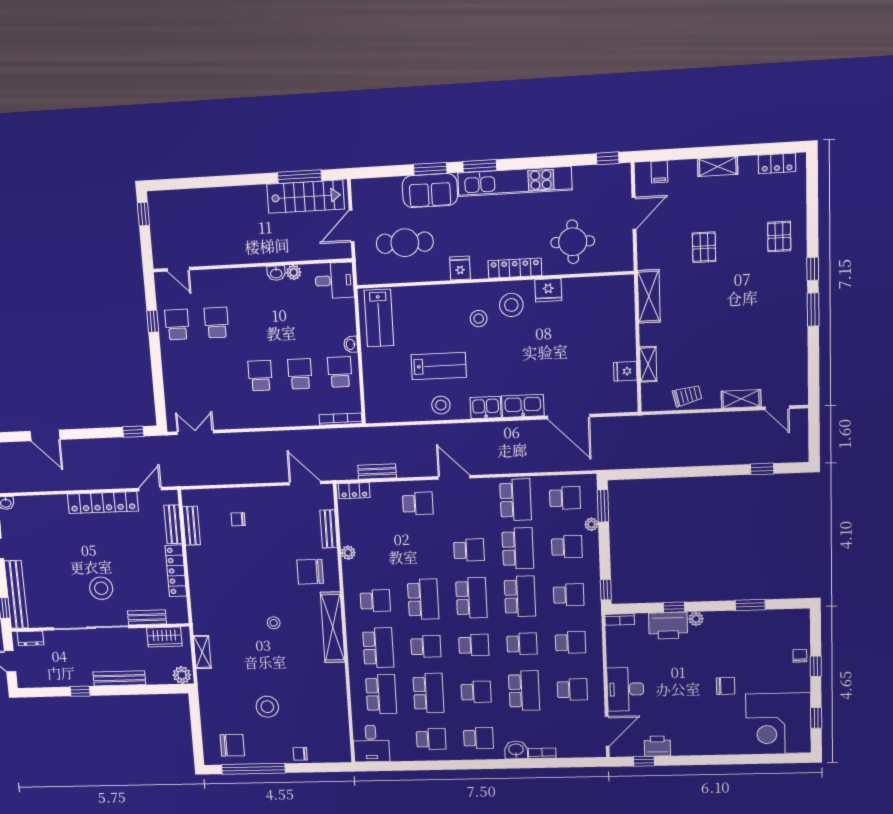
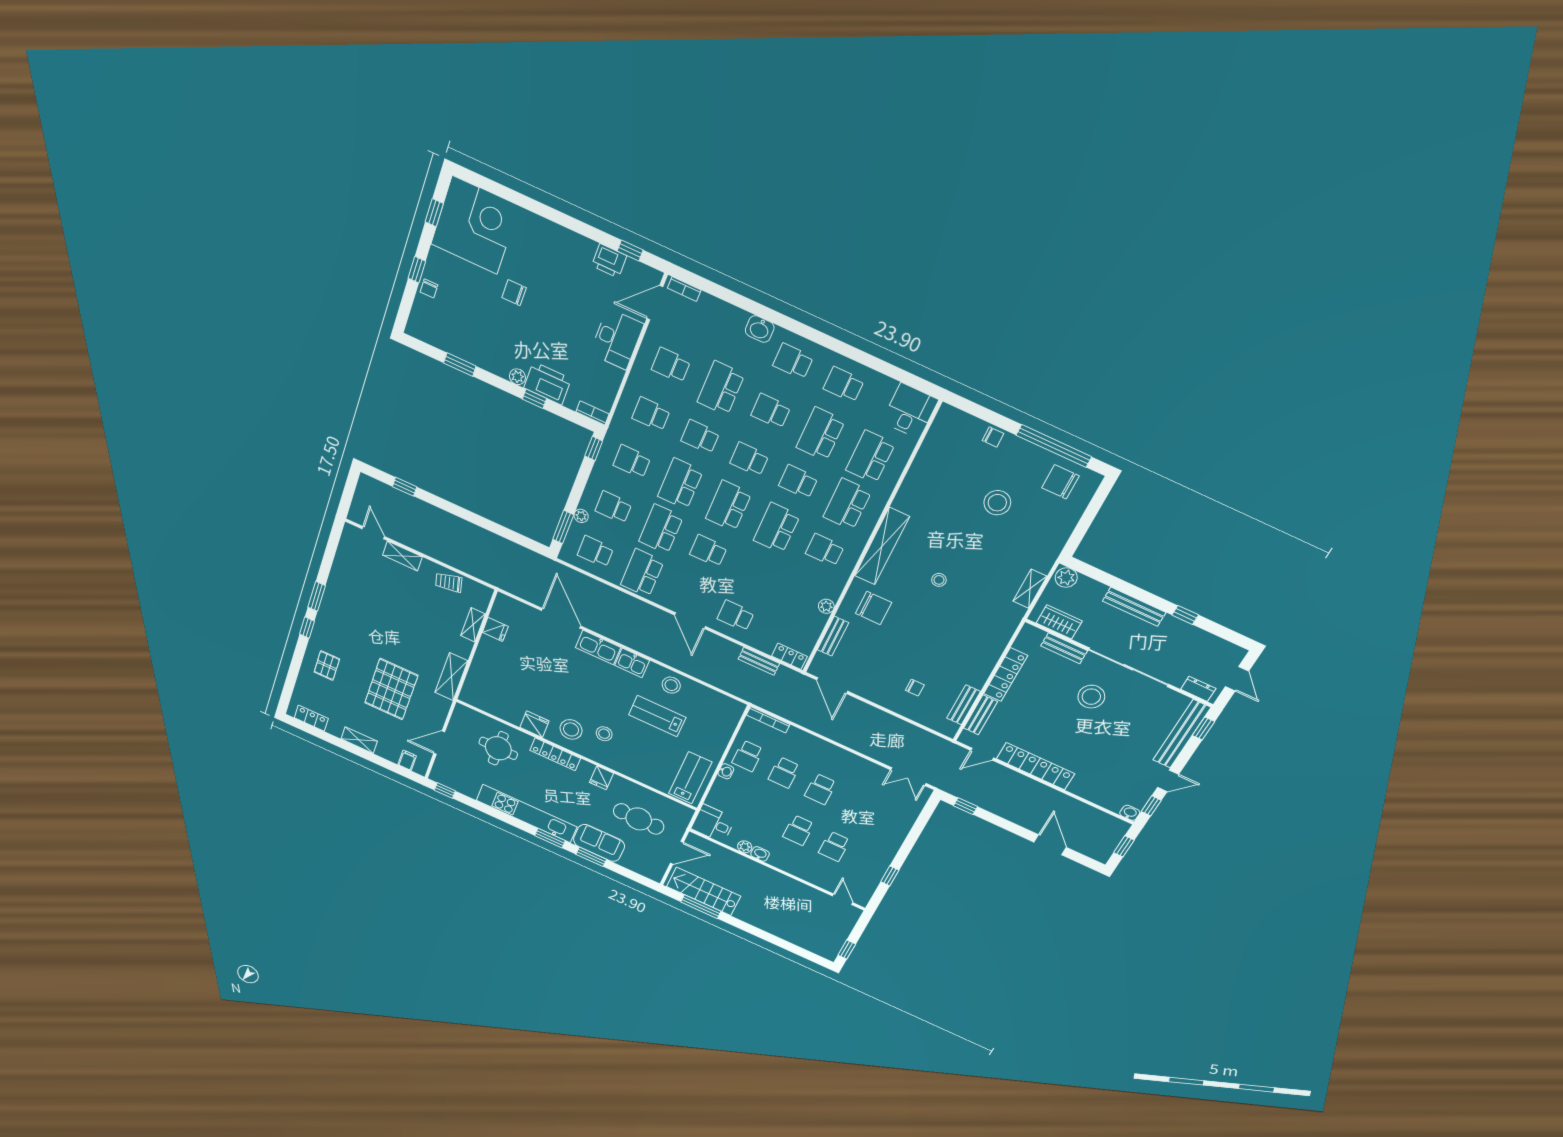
pallet: (704, 247) -> (391, 689), width x2.05, depth x2.00
school desk: (177, 325) -> (798, 830), moved
bookcase: (542, 753) -> (684, 289), moved

